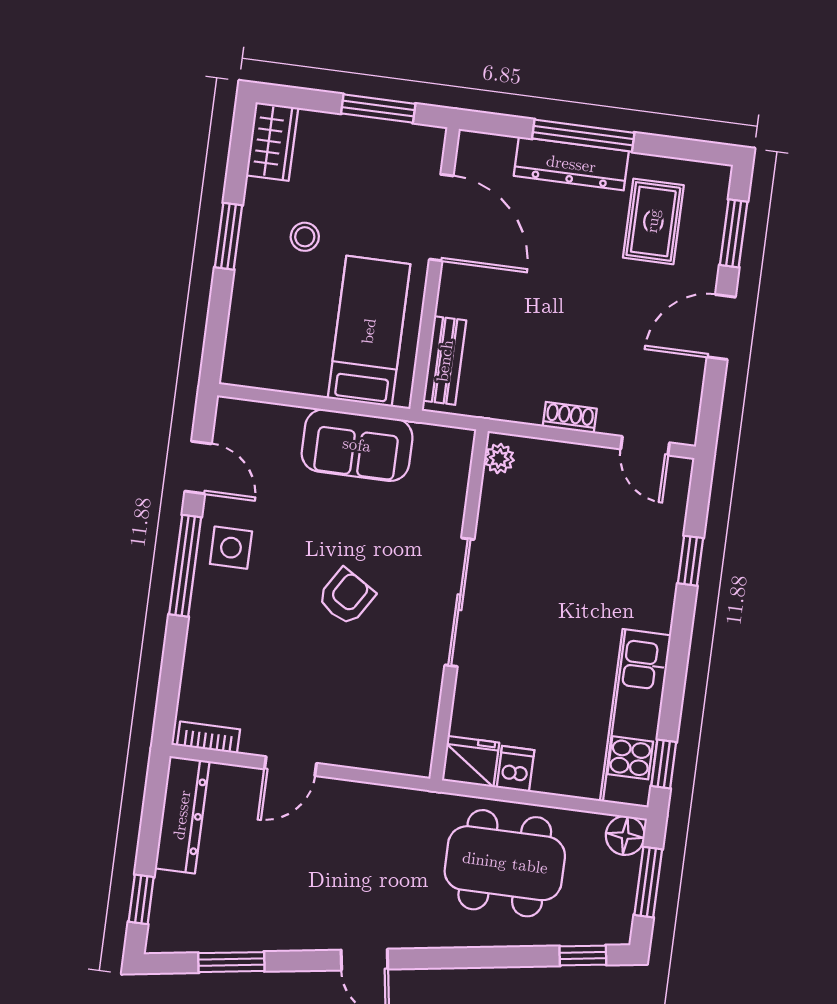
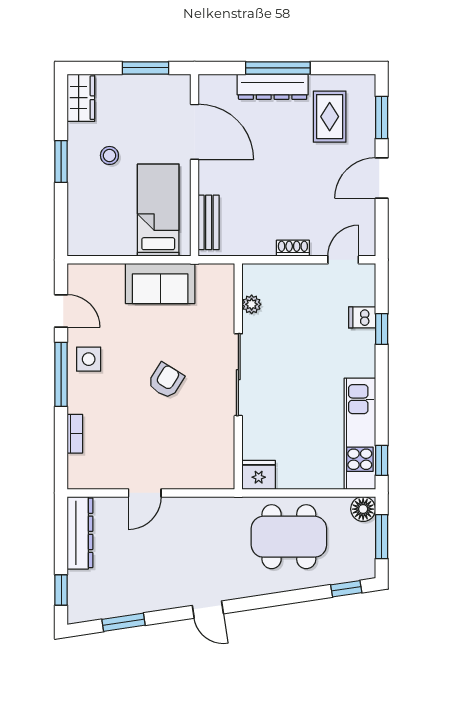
door: (645, 446) -> (343, 260), swing flipped
plant: (499, 458) -> (252, 304), moved
bookcase: (209, 737) -> (75, 434), moved, turned 90
dishwasher: (515, 769) -> (362, 317), moved, turned -90

